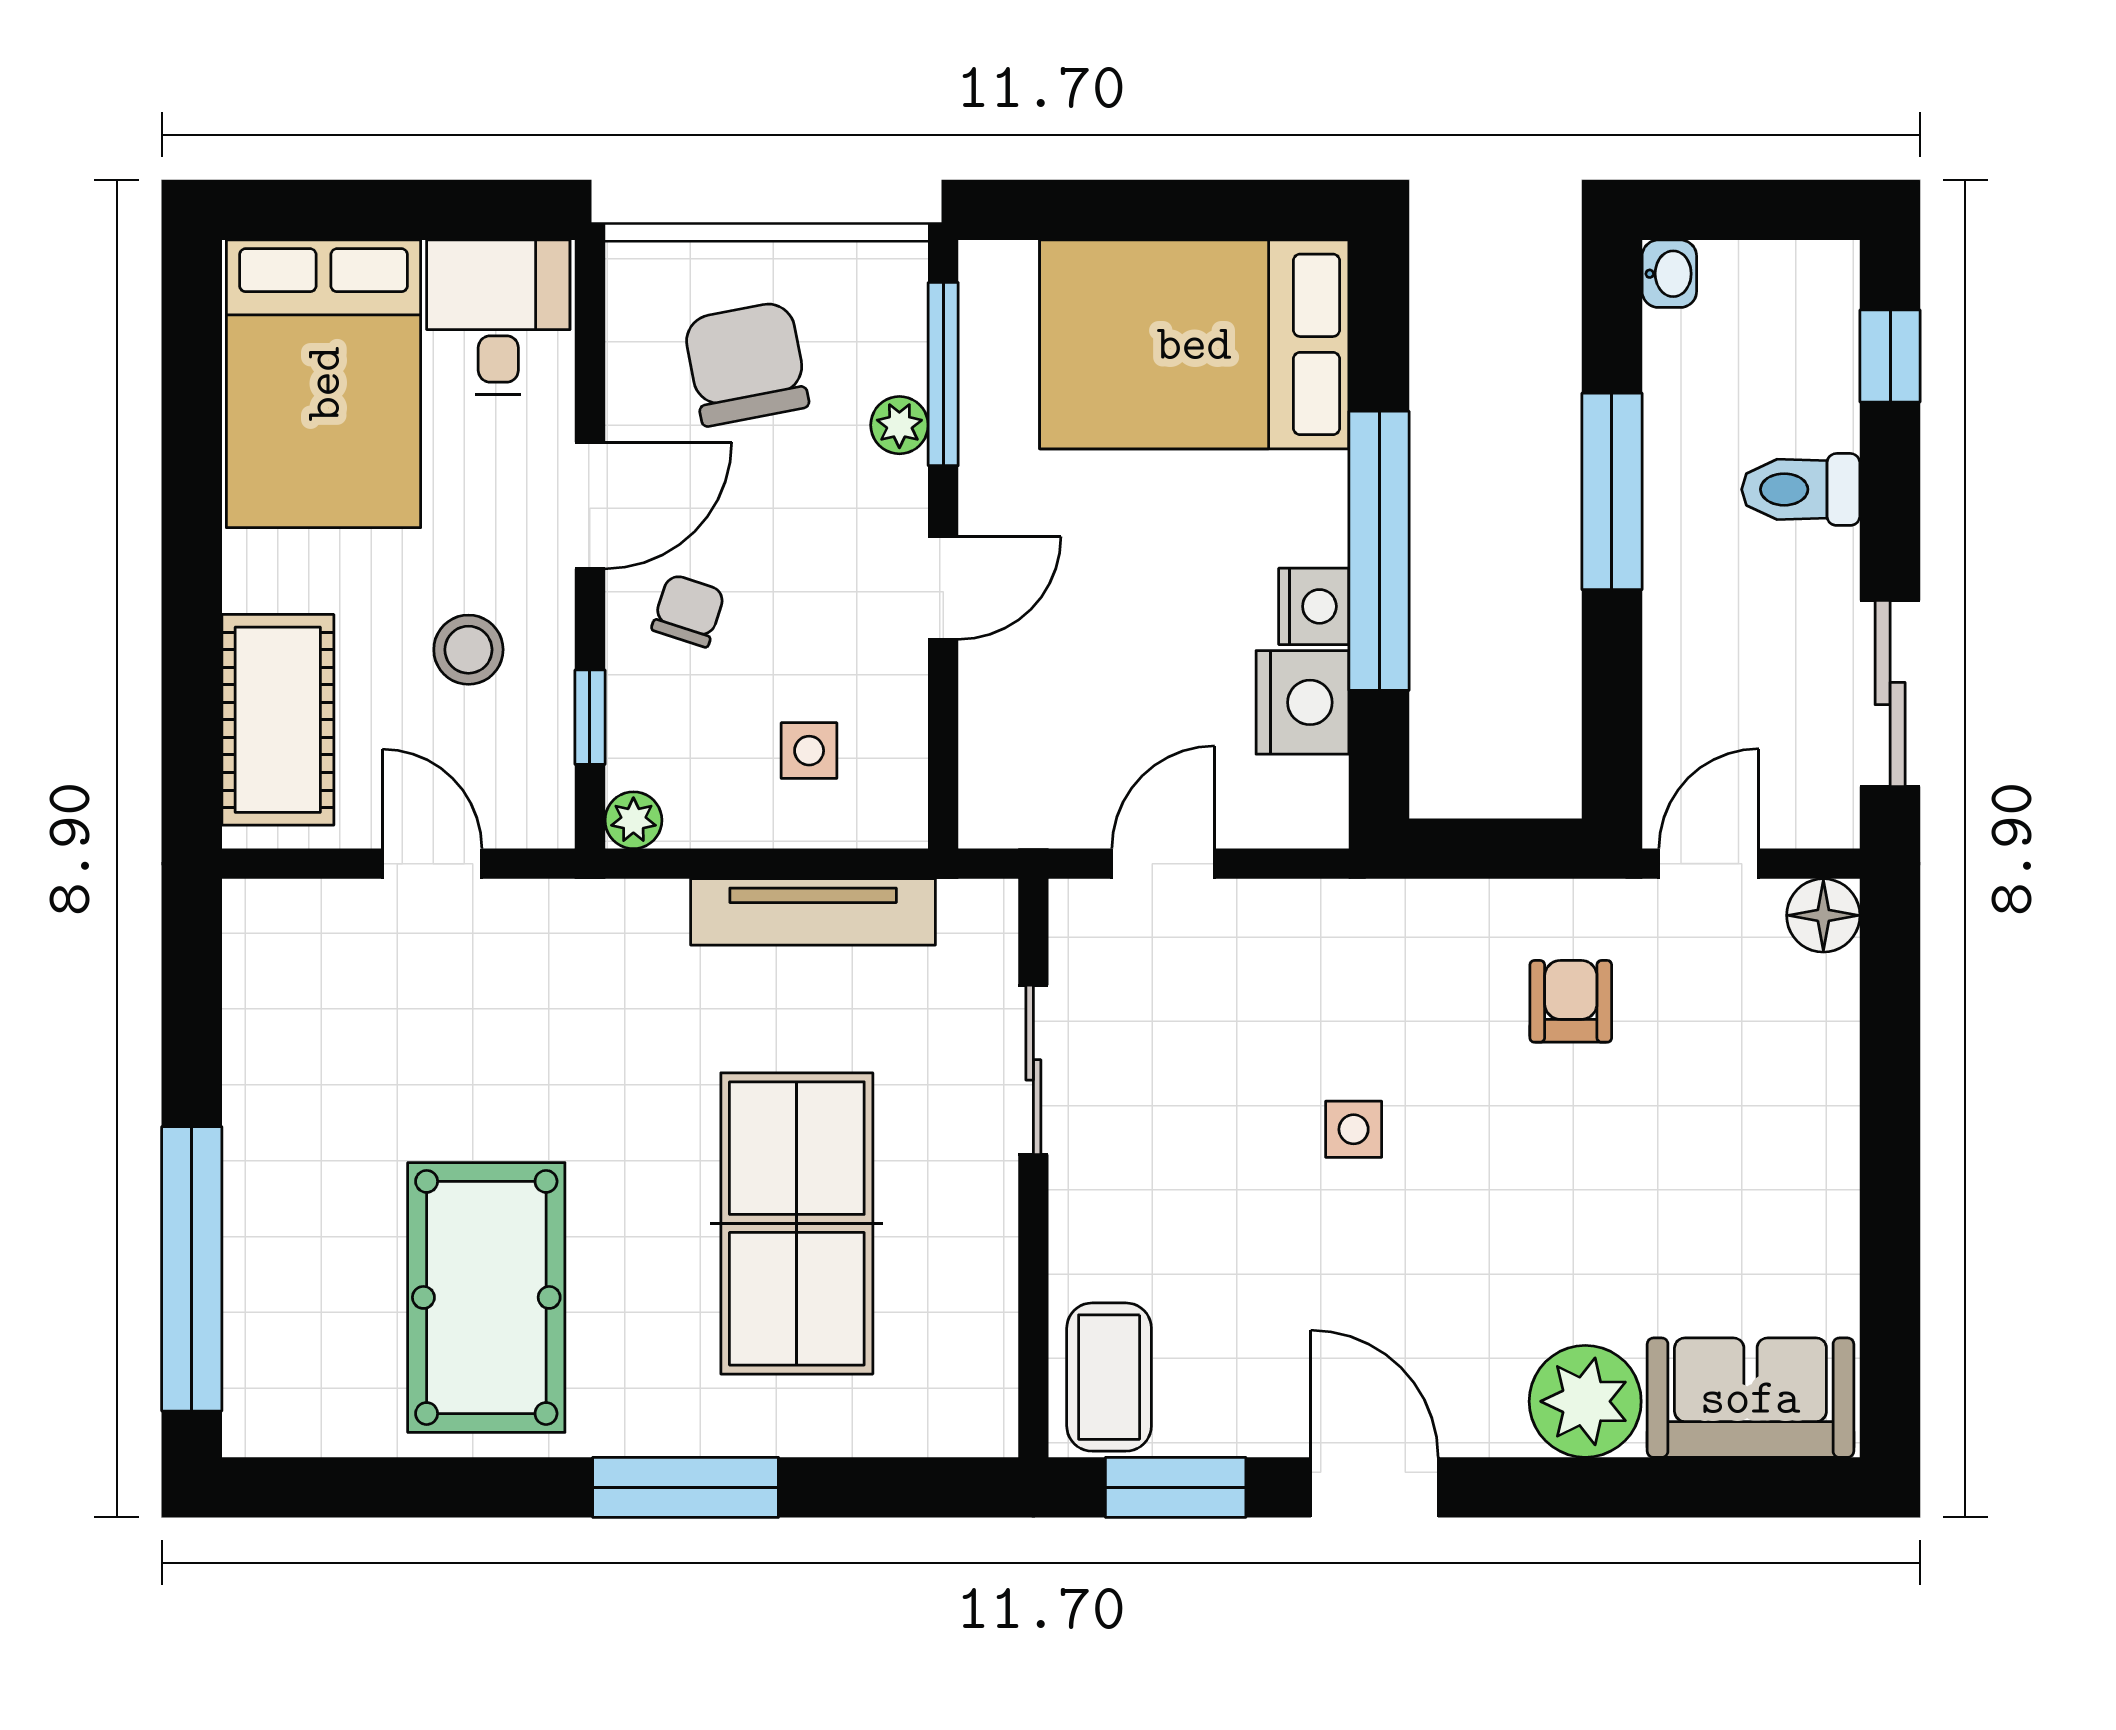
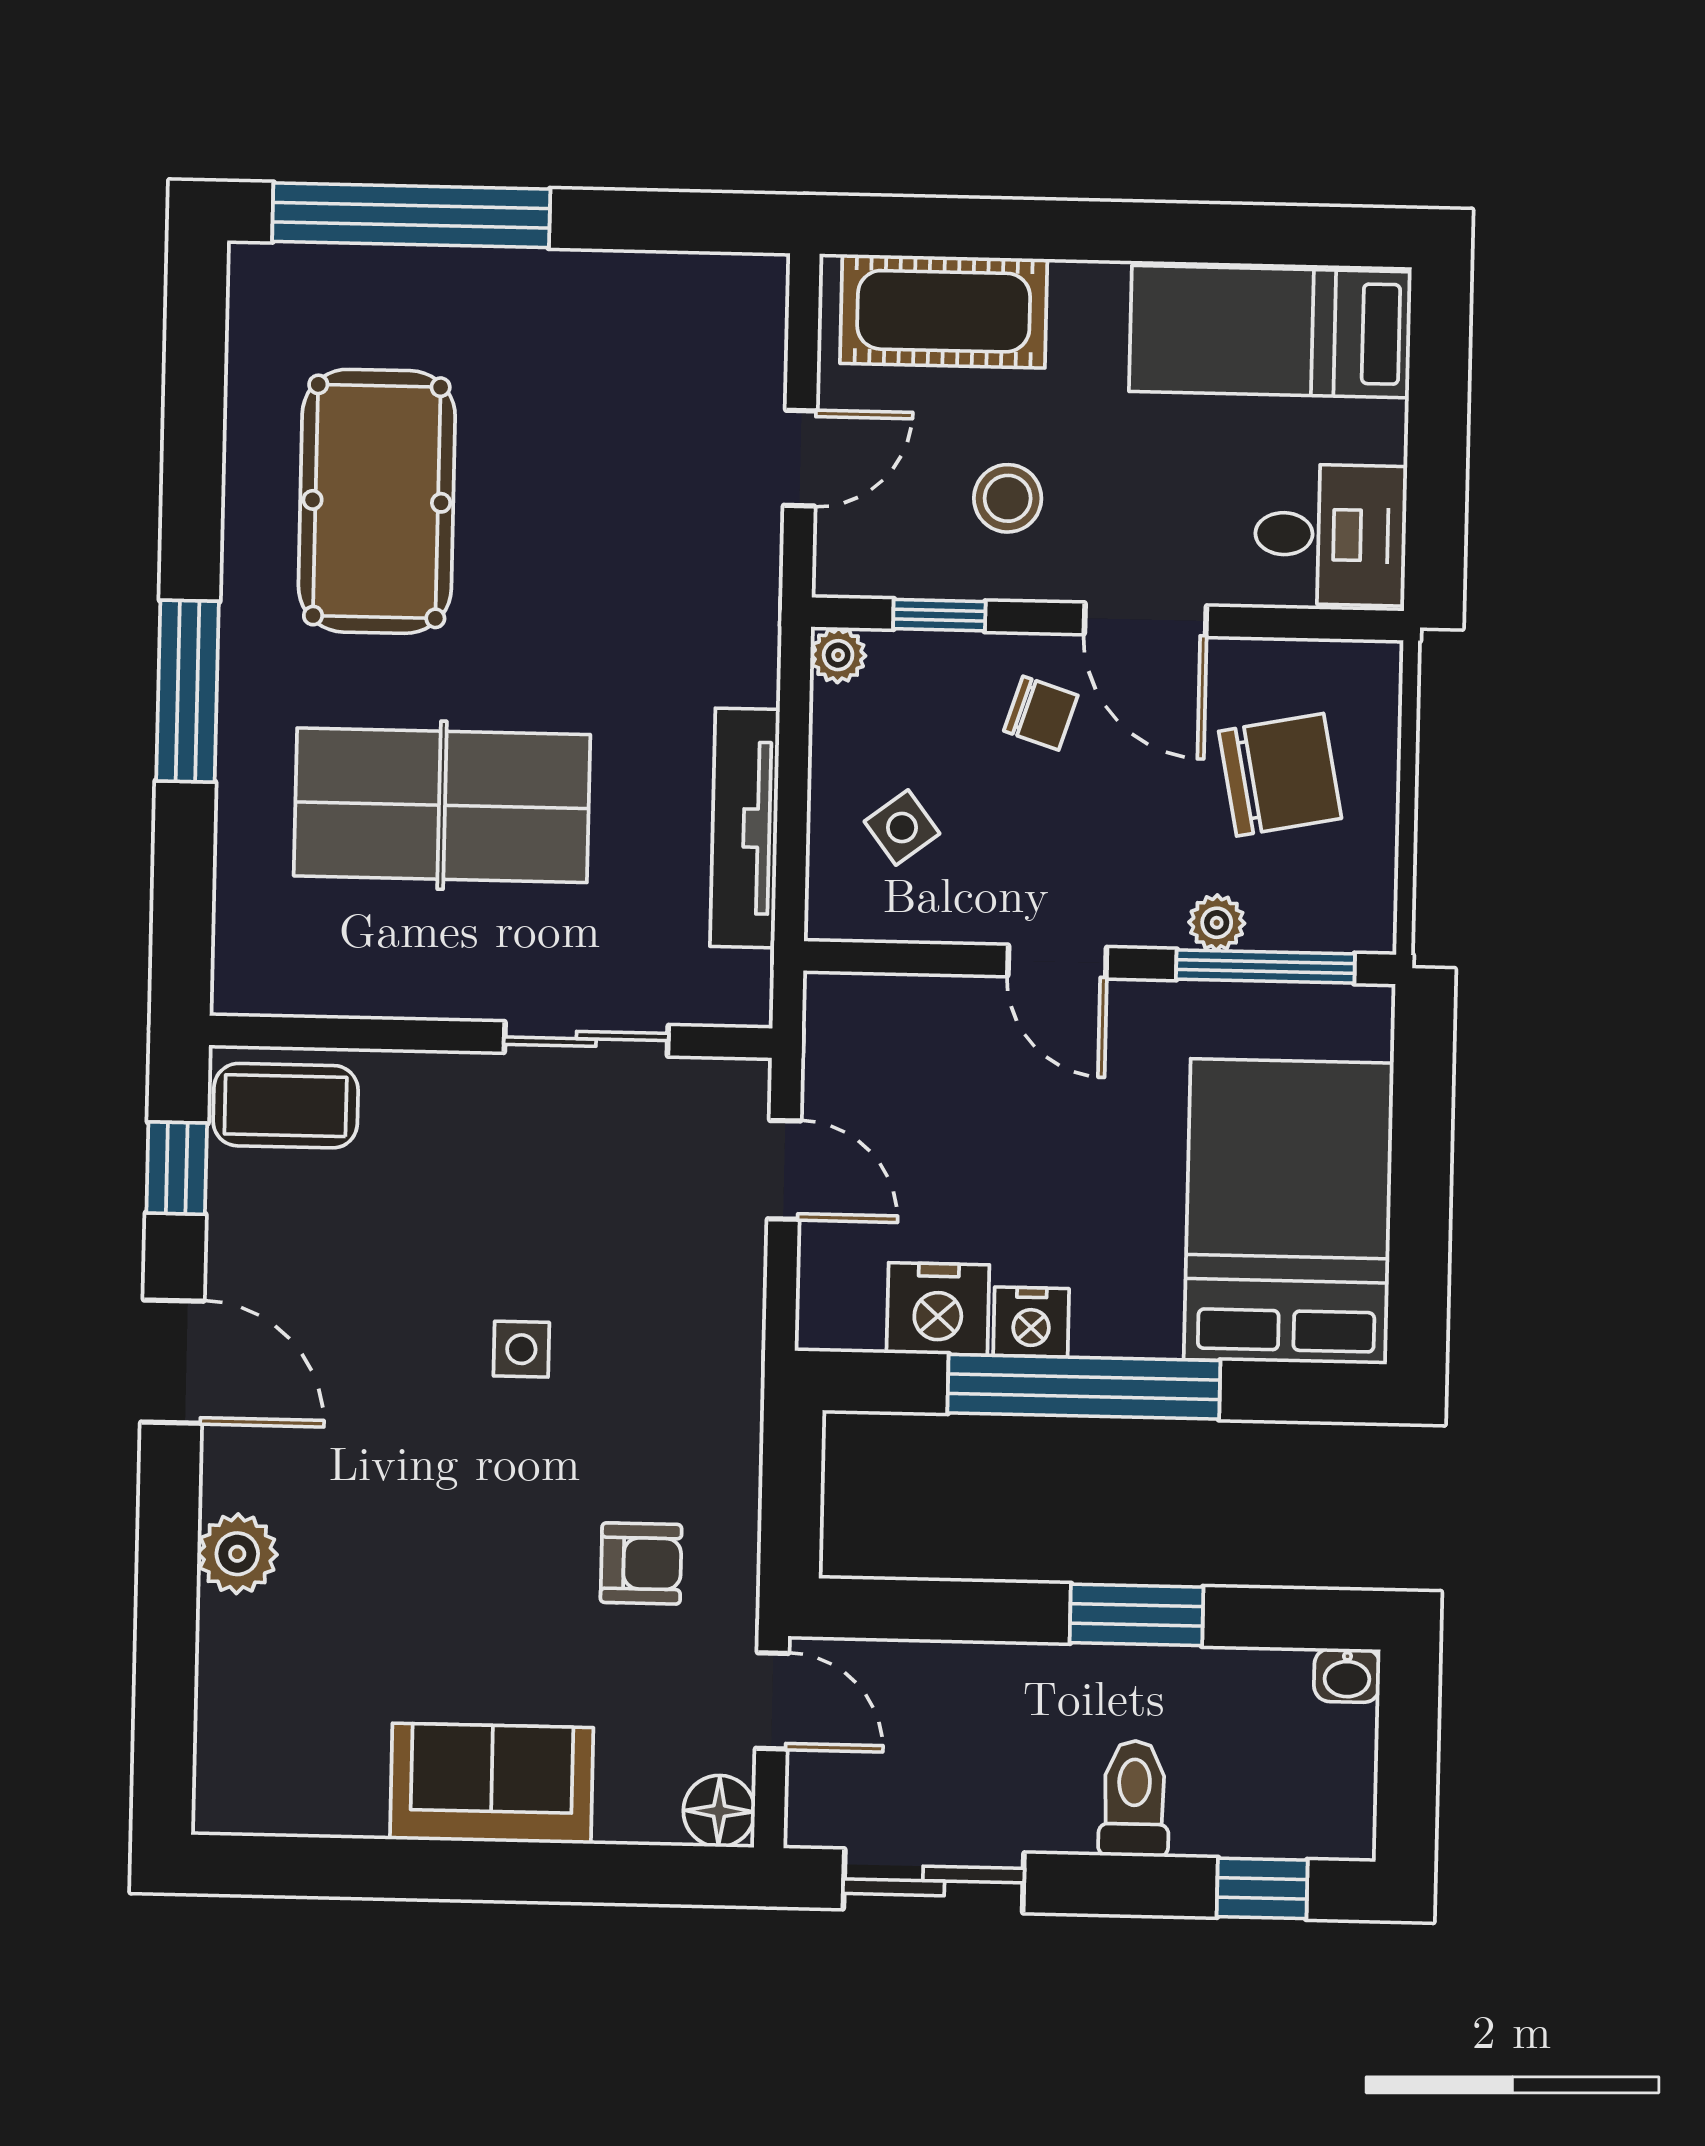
bed: (324, 384) -> (1270, 332), width x0.67
window: (1612, 491) -> (1137, 1615), width x0.69
side table: (809, 751) -> (902, 828), turned -37
pool table: (486, 1297) -> (377, 501), turned 90
sofa: (1750, 1398) -> (492, 1783), moved, turned -90
plant: (1585, 1401) -> (237, 1554), width x0.73, depth x0.73
window: (1176, 1487) -> (177, 1168), width x0.67
door: (1375, 1487) -> (172, 1362), hinge flipped

